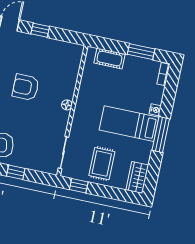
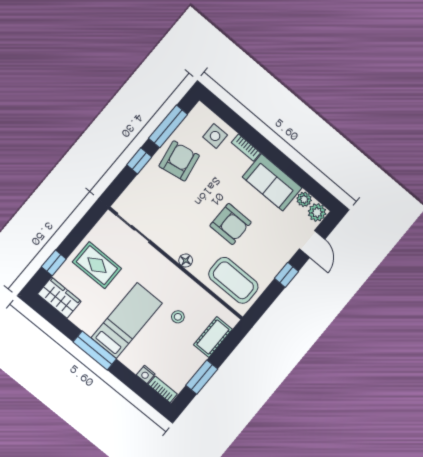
coffee table: (63, 65) -> (233, 280), added
armchair: (26, 87) -> (231, 224), turned 90
stool: (108, 90) -> (178, 317), added
nightstand: (155, 110) -> (146, 374), moved
window: (79, 186) -> (54, 263), moved

